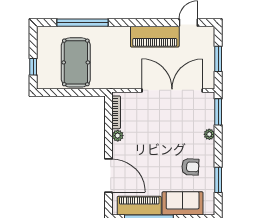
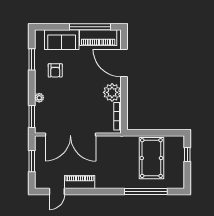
piano: (155, 37) -> (80, 182), width x0.73, depth x0.75
plant: (118, 136) -> (112, 92), width x1.88, depth x1.88
armchair: (190, 167) -> (55, 70), turned -93

